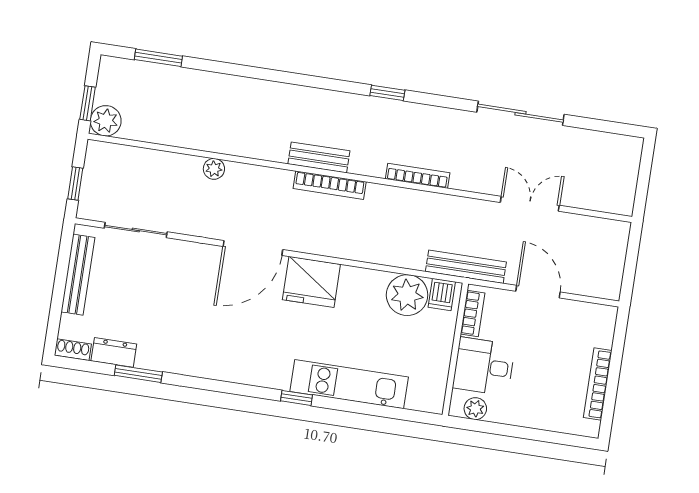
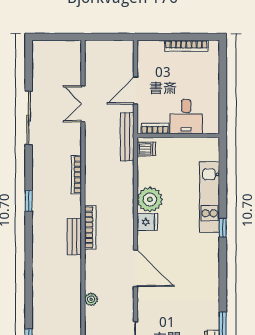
fridge: (311, 282) -> (147, 222), width x0.53, depth x0.75
plant: (407, 295) -> (150, 199), moved
plant: (475, 409) -> (213, 118), removed

